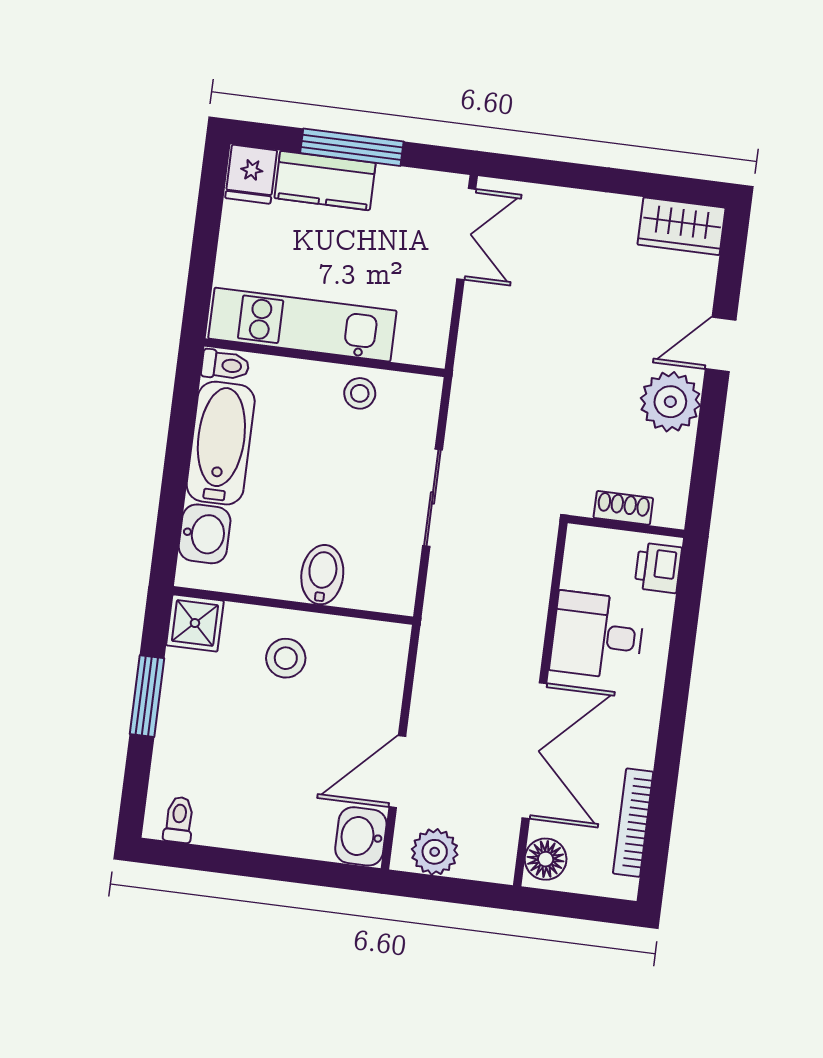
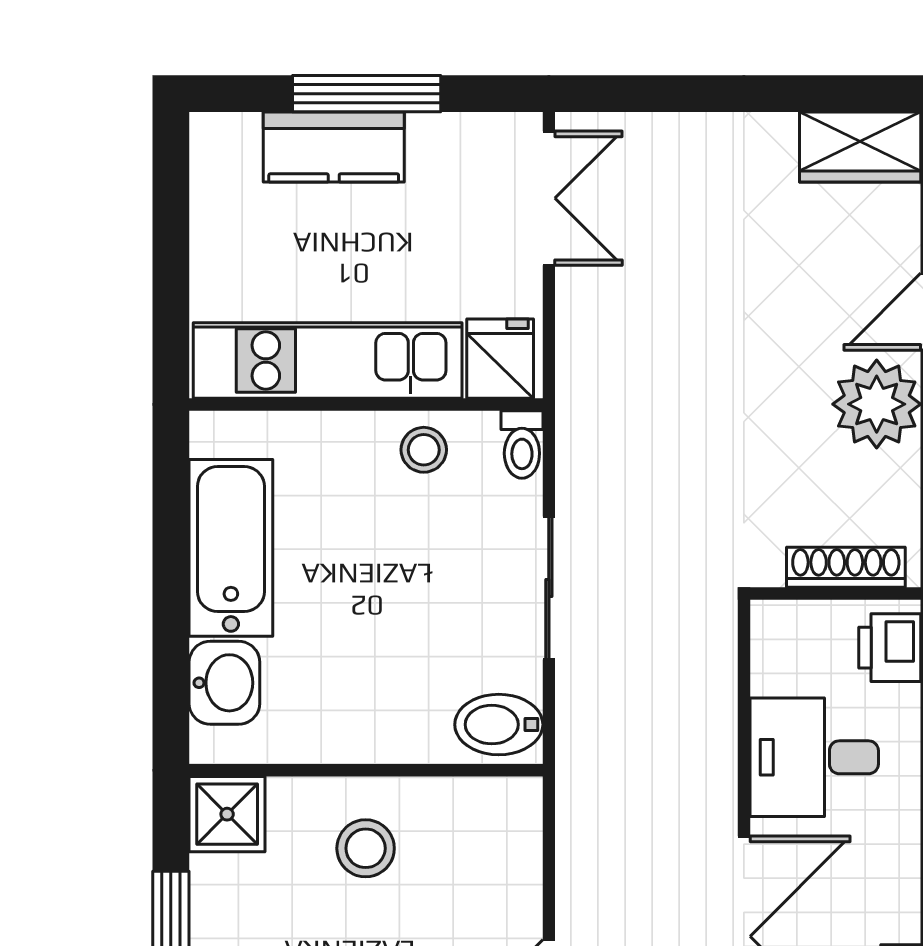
fridge: (251, 174) -> (500, 359), moved, turned 180
toilet: (225, 365) -> (522, 444), moved, turned 90
shoe rack: (623, 508) -> (846, 567), width x1.43
bidet: (322, 575) -> (499, 725), moved, turned -90

